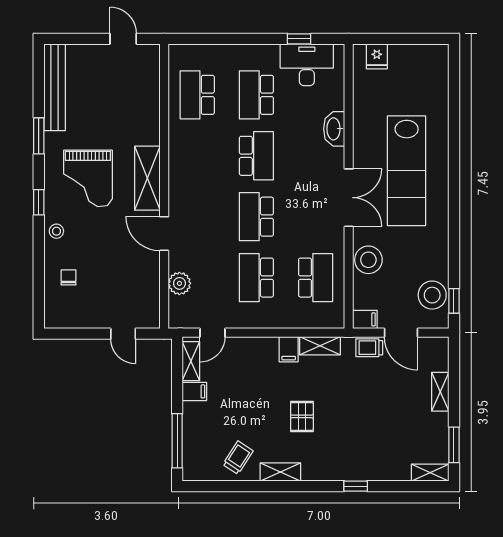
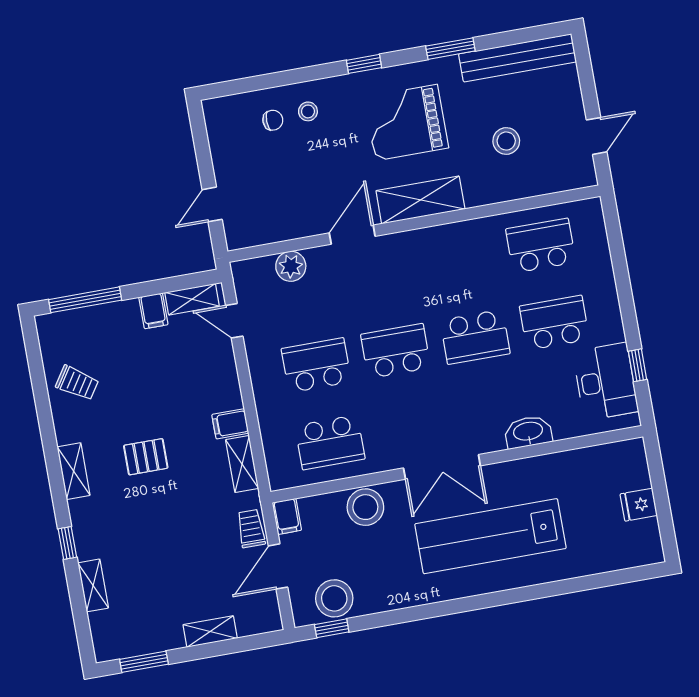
fridge: (377, 56) -> (639, 505), moved
stool: (115, 107) -> (506, 141), added
stool: (56, 231) -> (308, 111), moved
shelving: (280, 472) -> (74, 471), moved
shelving: (430, 473) -> (93, 585), moved

